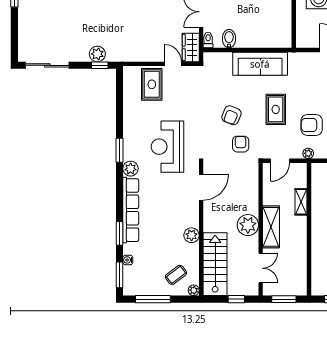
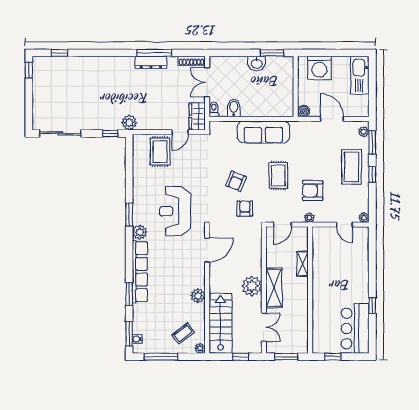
boiler: (302, 42) -> (304, 111), added
plant: (97, 54) -> (129, 123), moved
door: (173, 64) -> (180, 132), swing flipped
water cooler: (128, 260) -> (137, 339), moved

